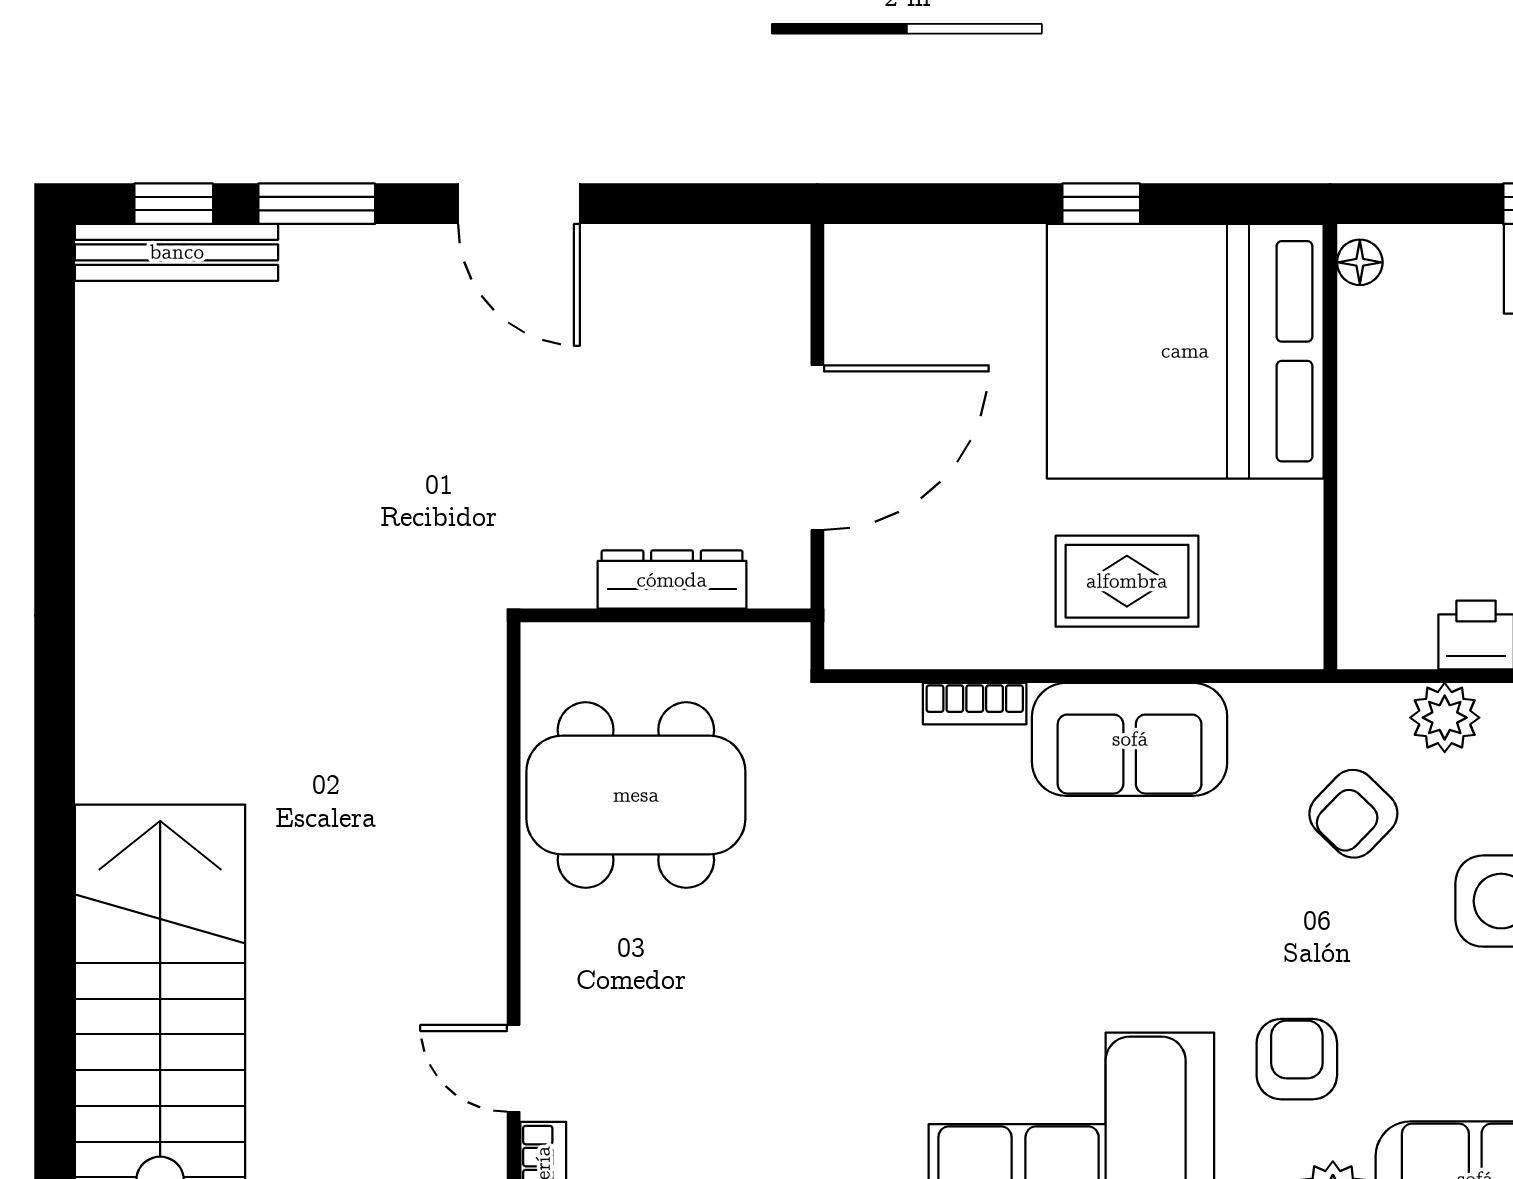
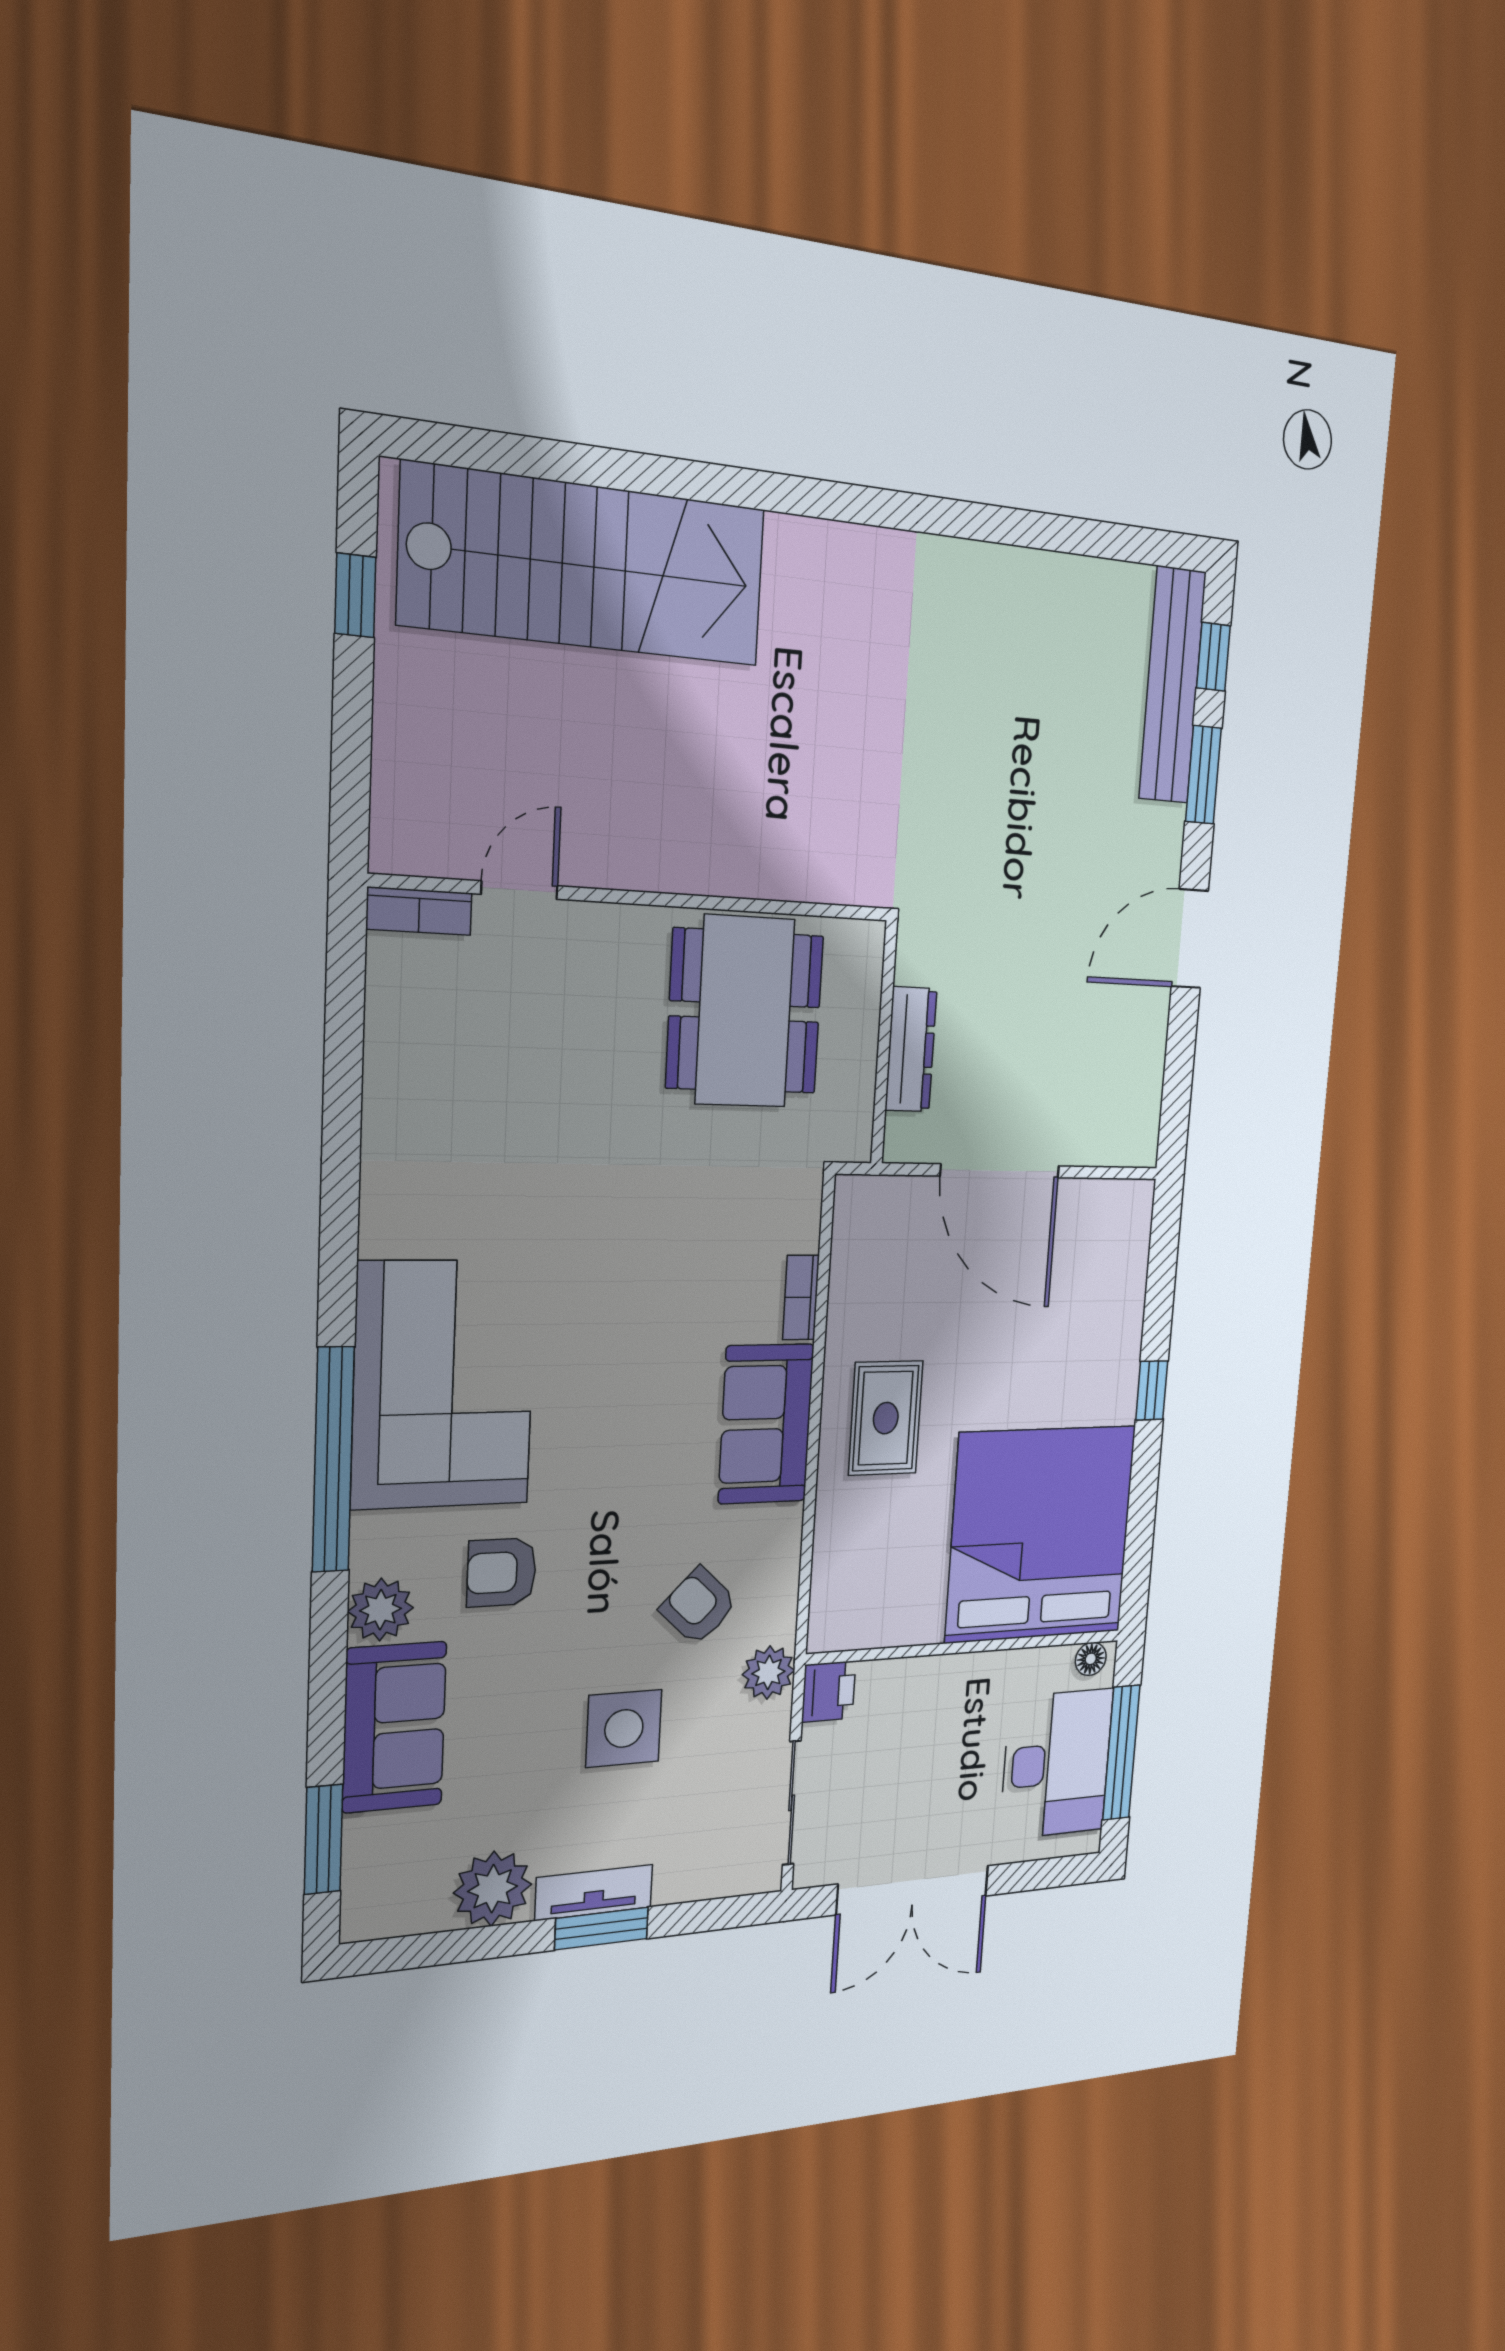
bench: (177, 252) -> (1172, 685), width x1.37, depth x1.21
floor lamp: (1360, 262) -> (1091, 1659), moved
bed: (1185, 351) -> (1041, 1534), moved
wall: (1330, 447) -> (966, 1647), moved
armchair: (1297, 1059) -> (502, 1572), turned 180

